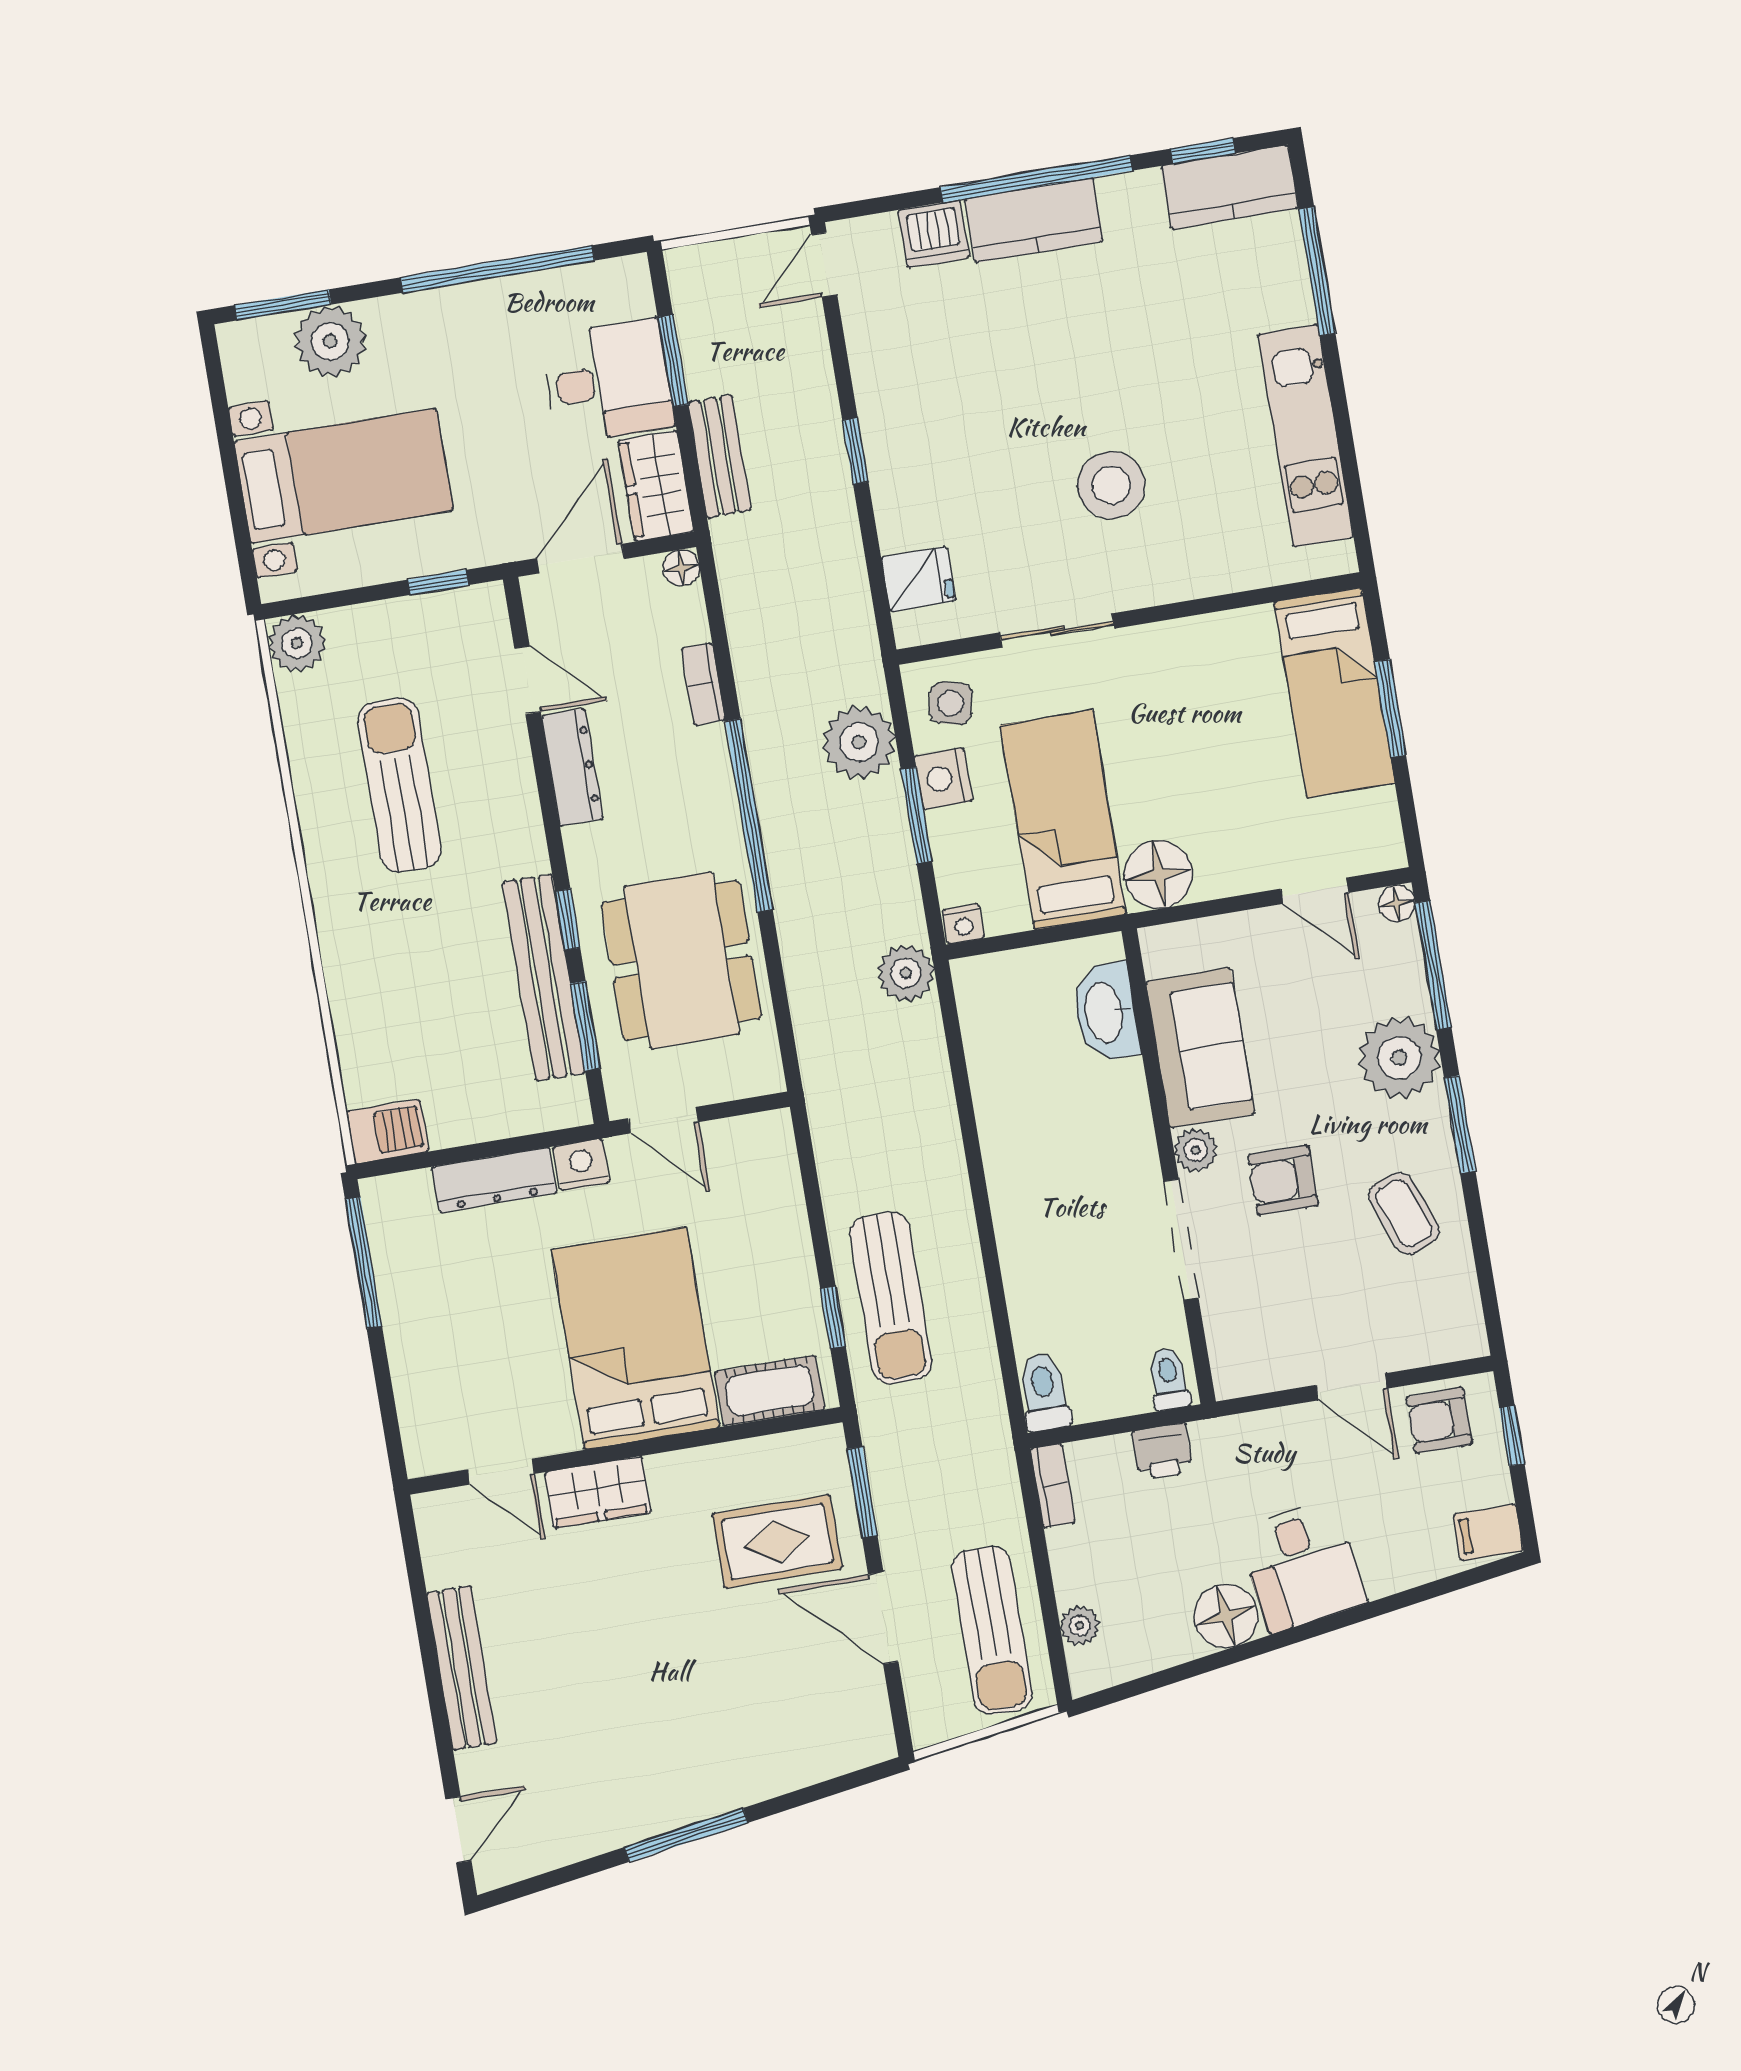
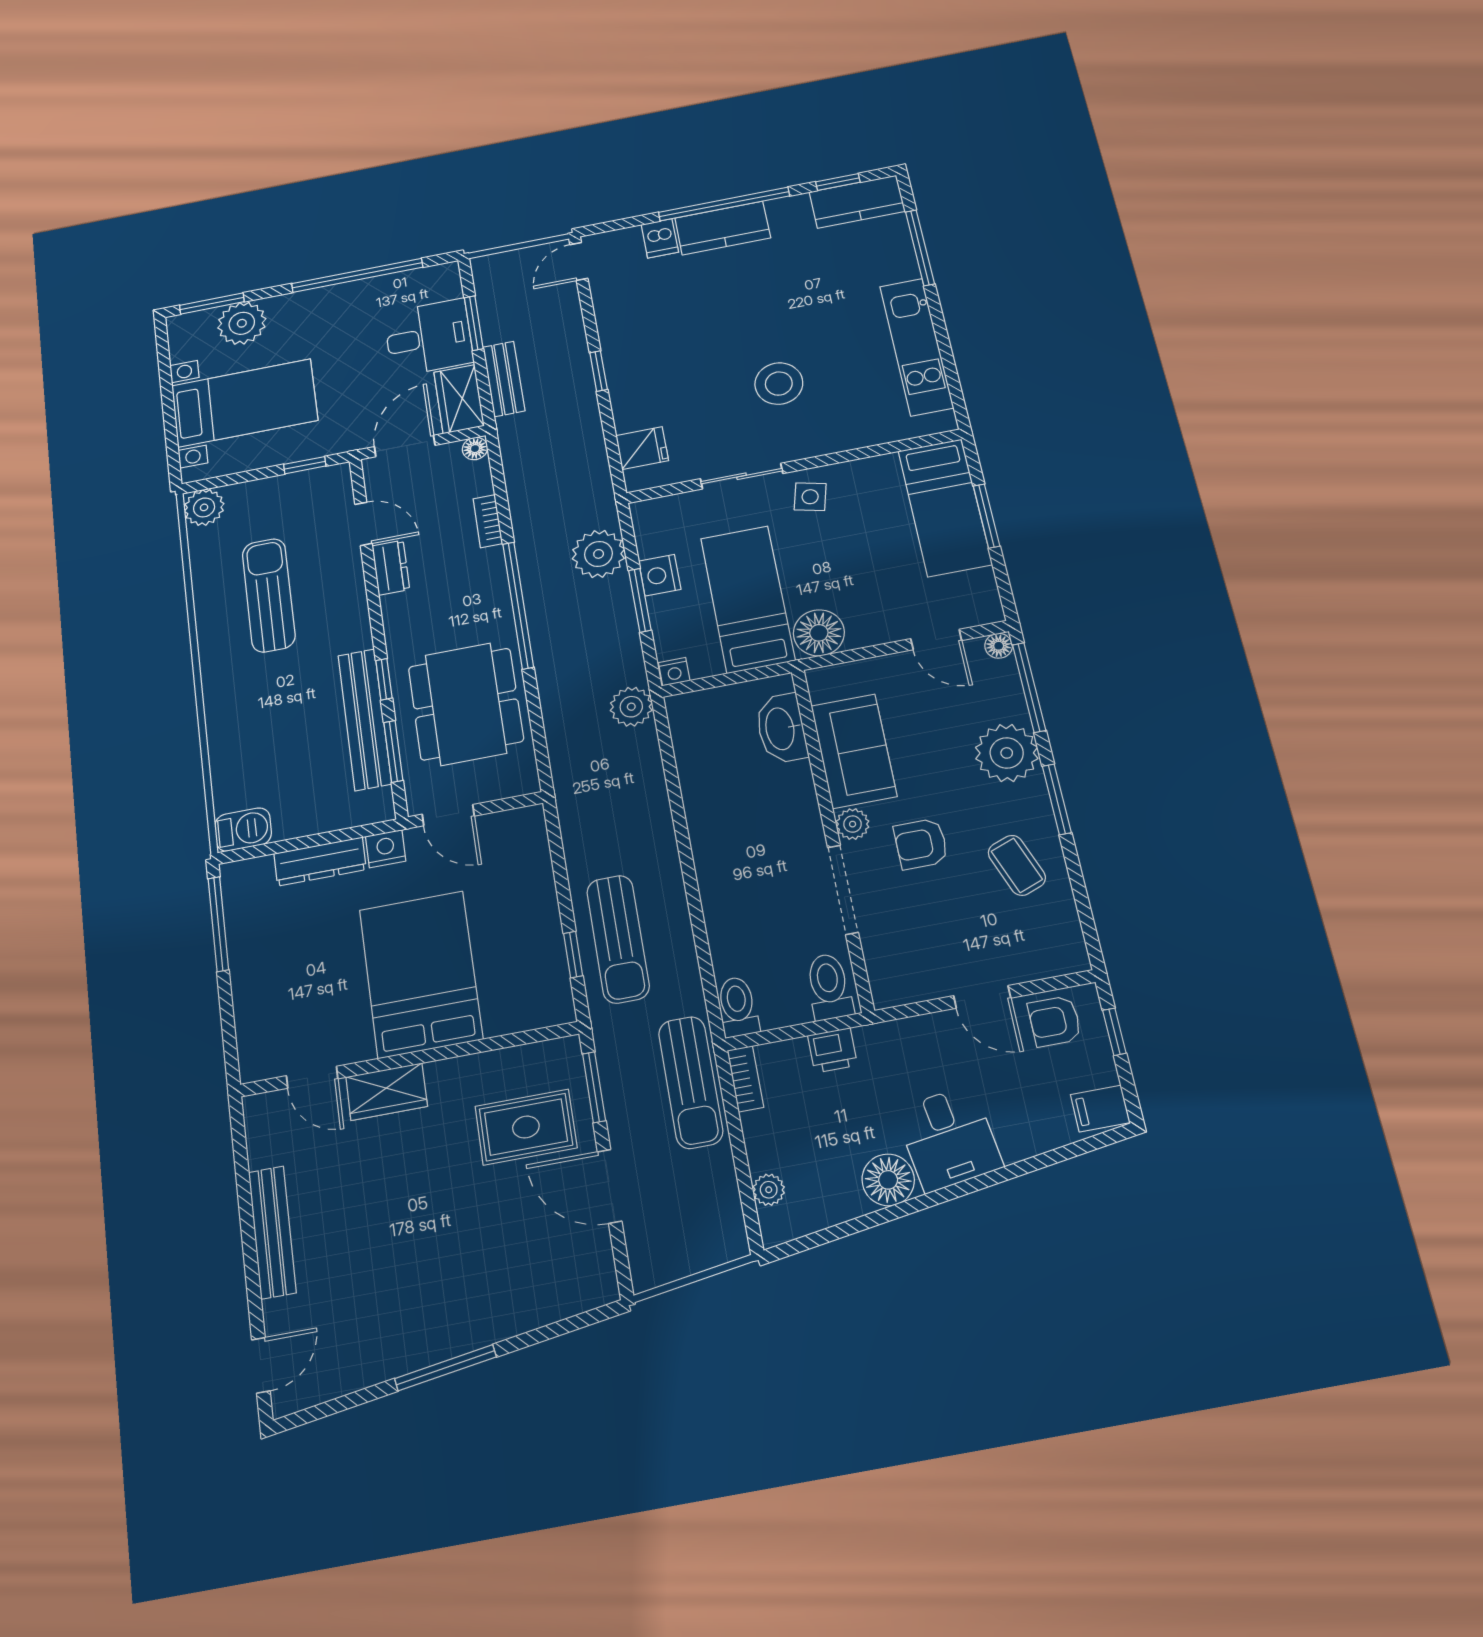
dishwasher: (934, 234) -> (660, 238), width x0.73
side table: (951, 703) -> (810, 497), moved
dresser: (572, 767) -> (391, 568), width x0.70
toilet: (1169, 1379) -> (829, 987), width x1.37, depth x1.39
cot: (770, 1391) -> (523, 1011), removed
sun lounger: (992, 1630) -> (691, 1082), moved

